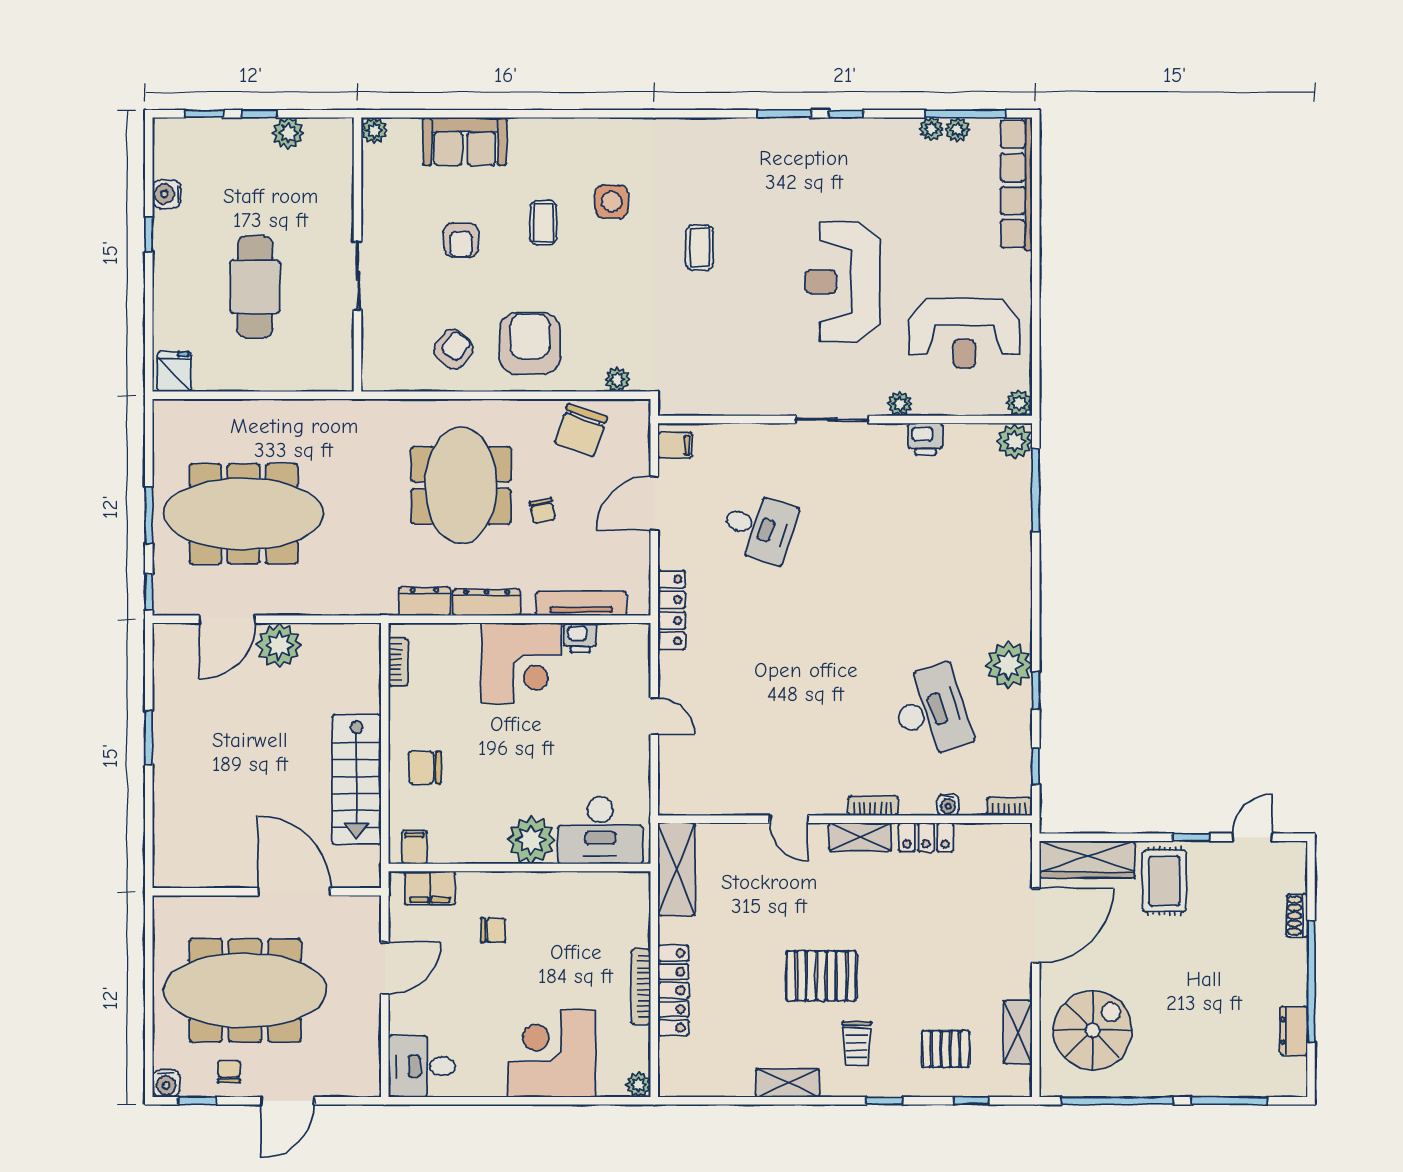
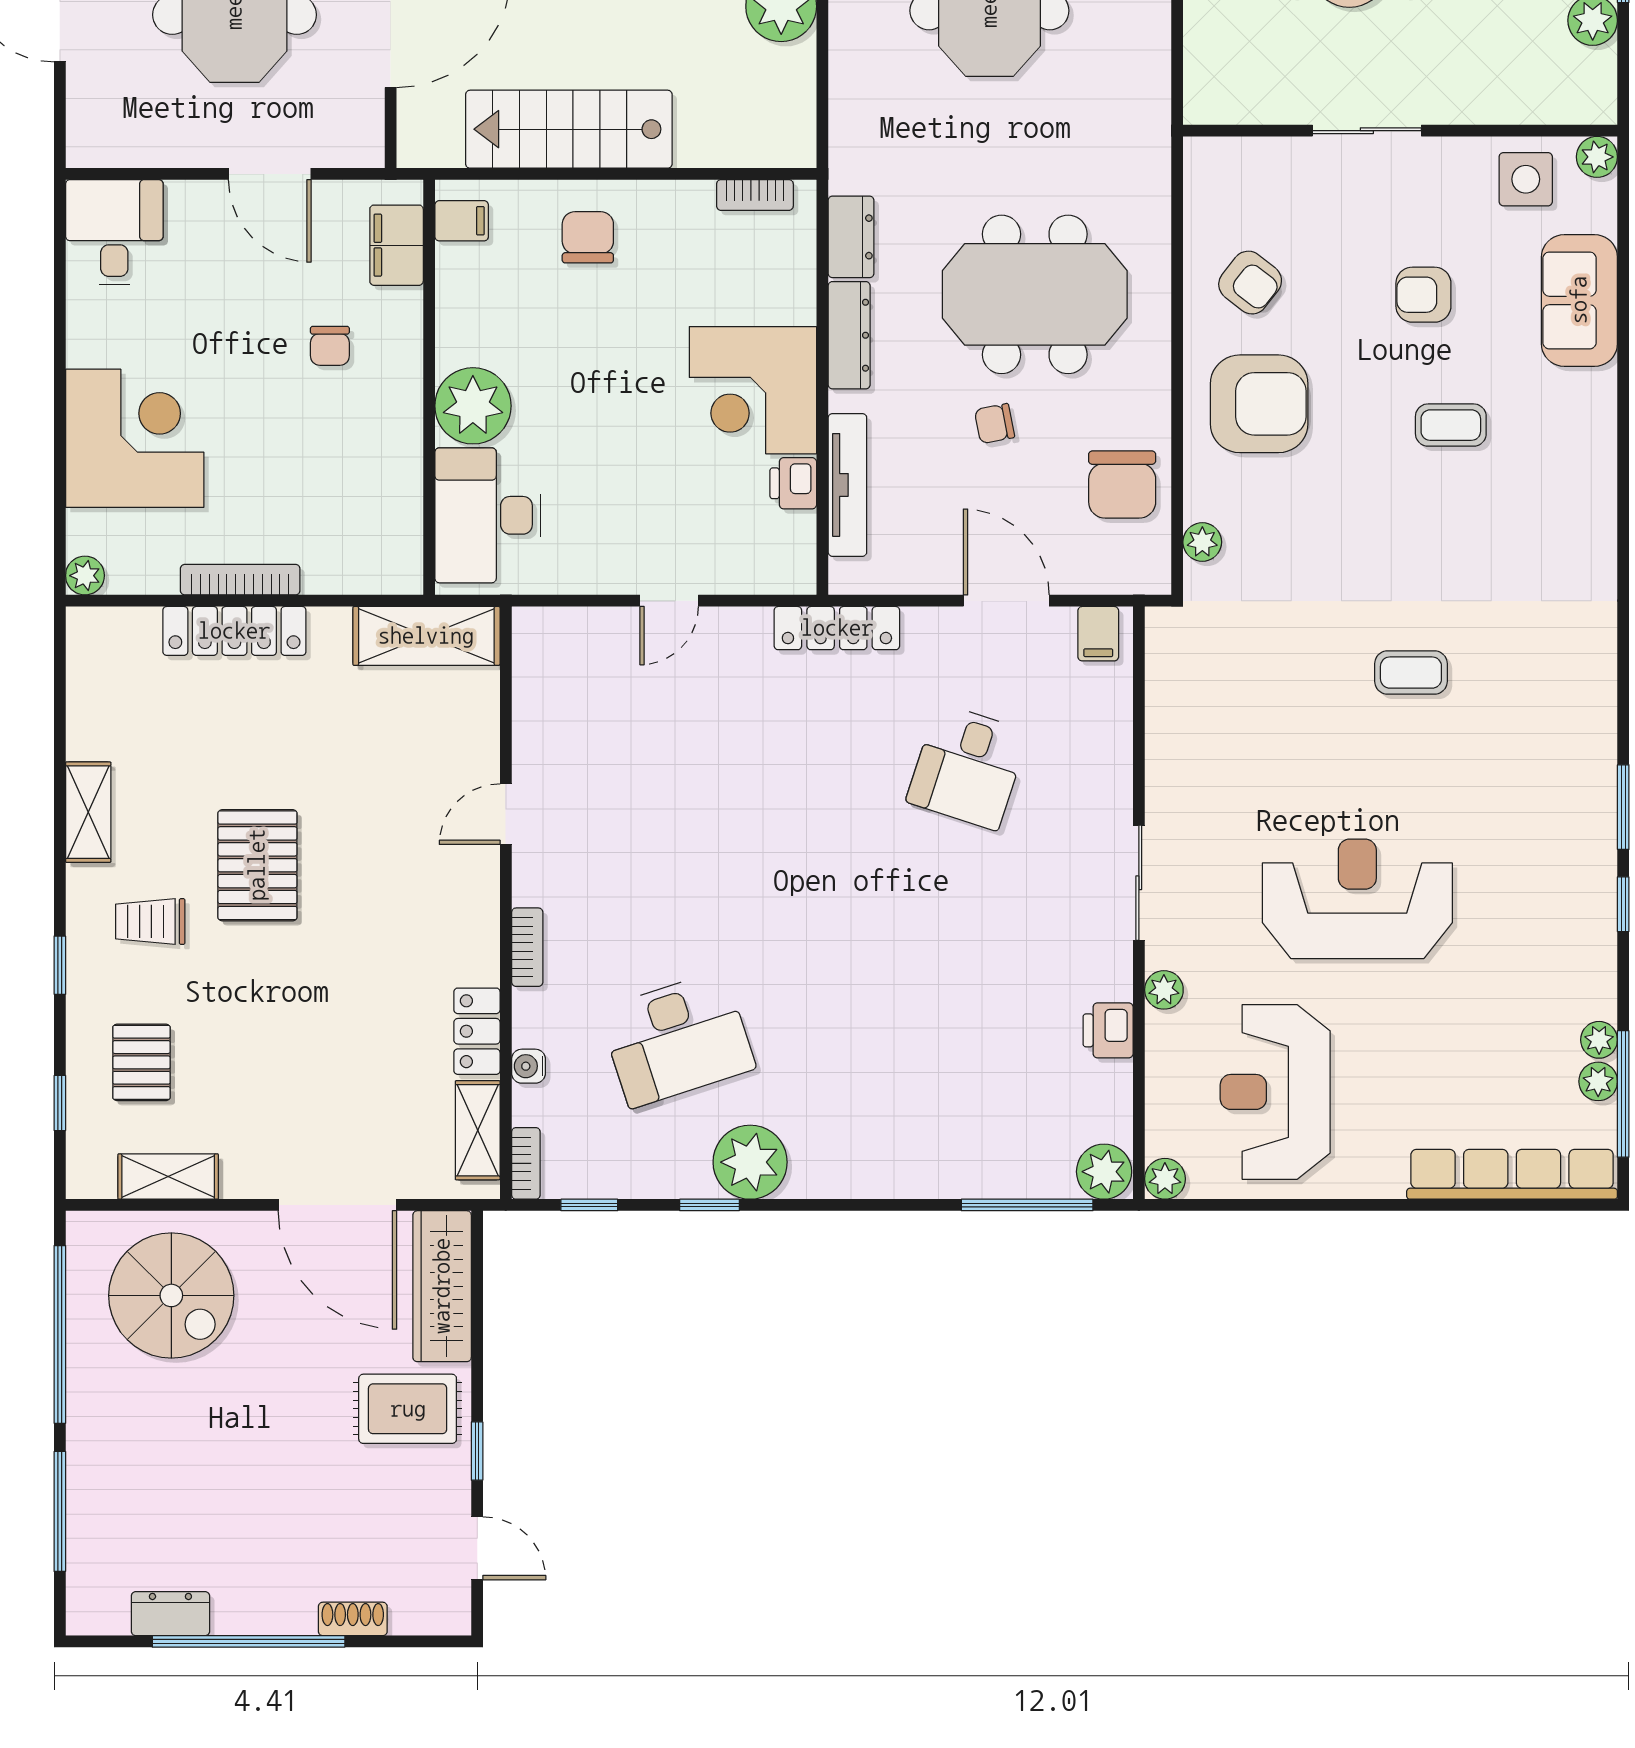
side table: (612, 202) -> (1526, 179), moved
chair: (581, 430) -> (1122, 485), turned -109
shelving: (860, 837) -> (478, 1130), moved

